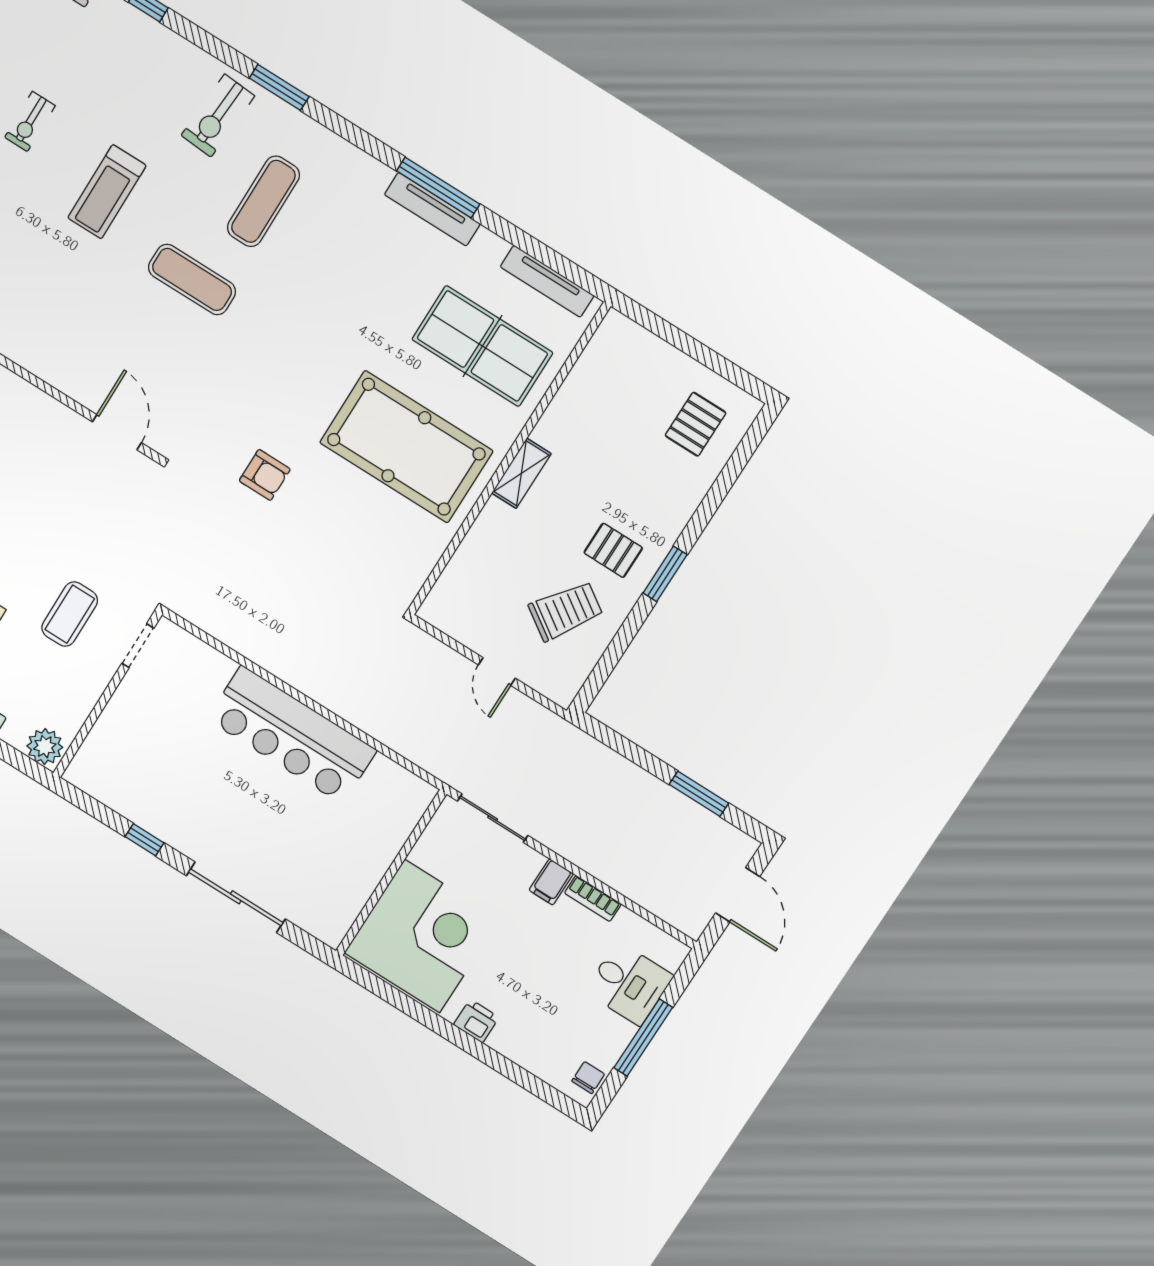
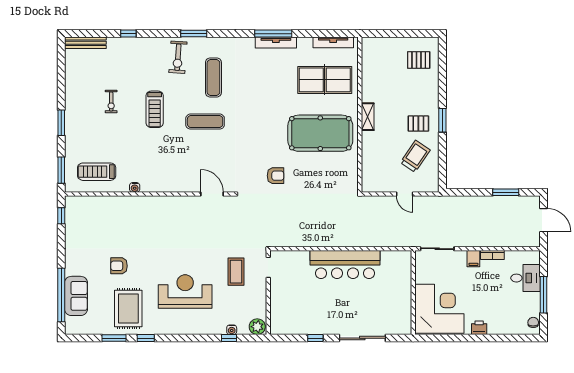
pallet: (696, 424) -> (419, 60), turned 90

